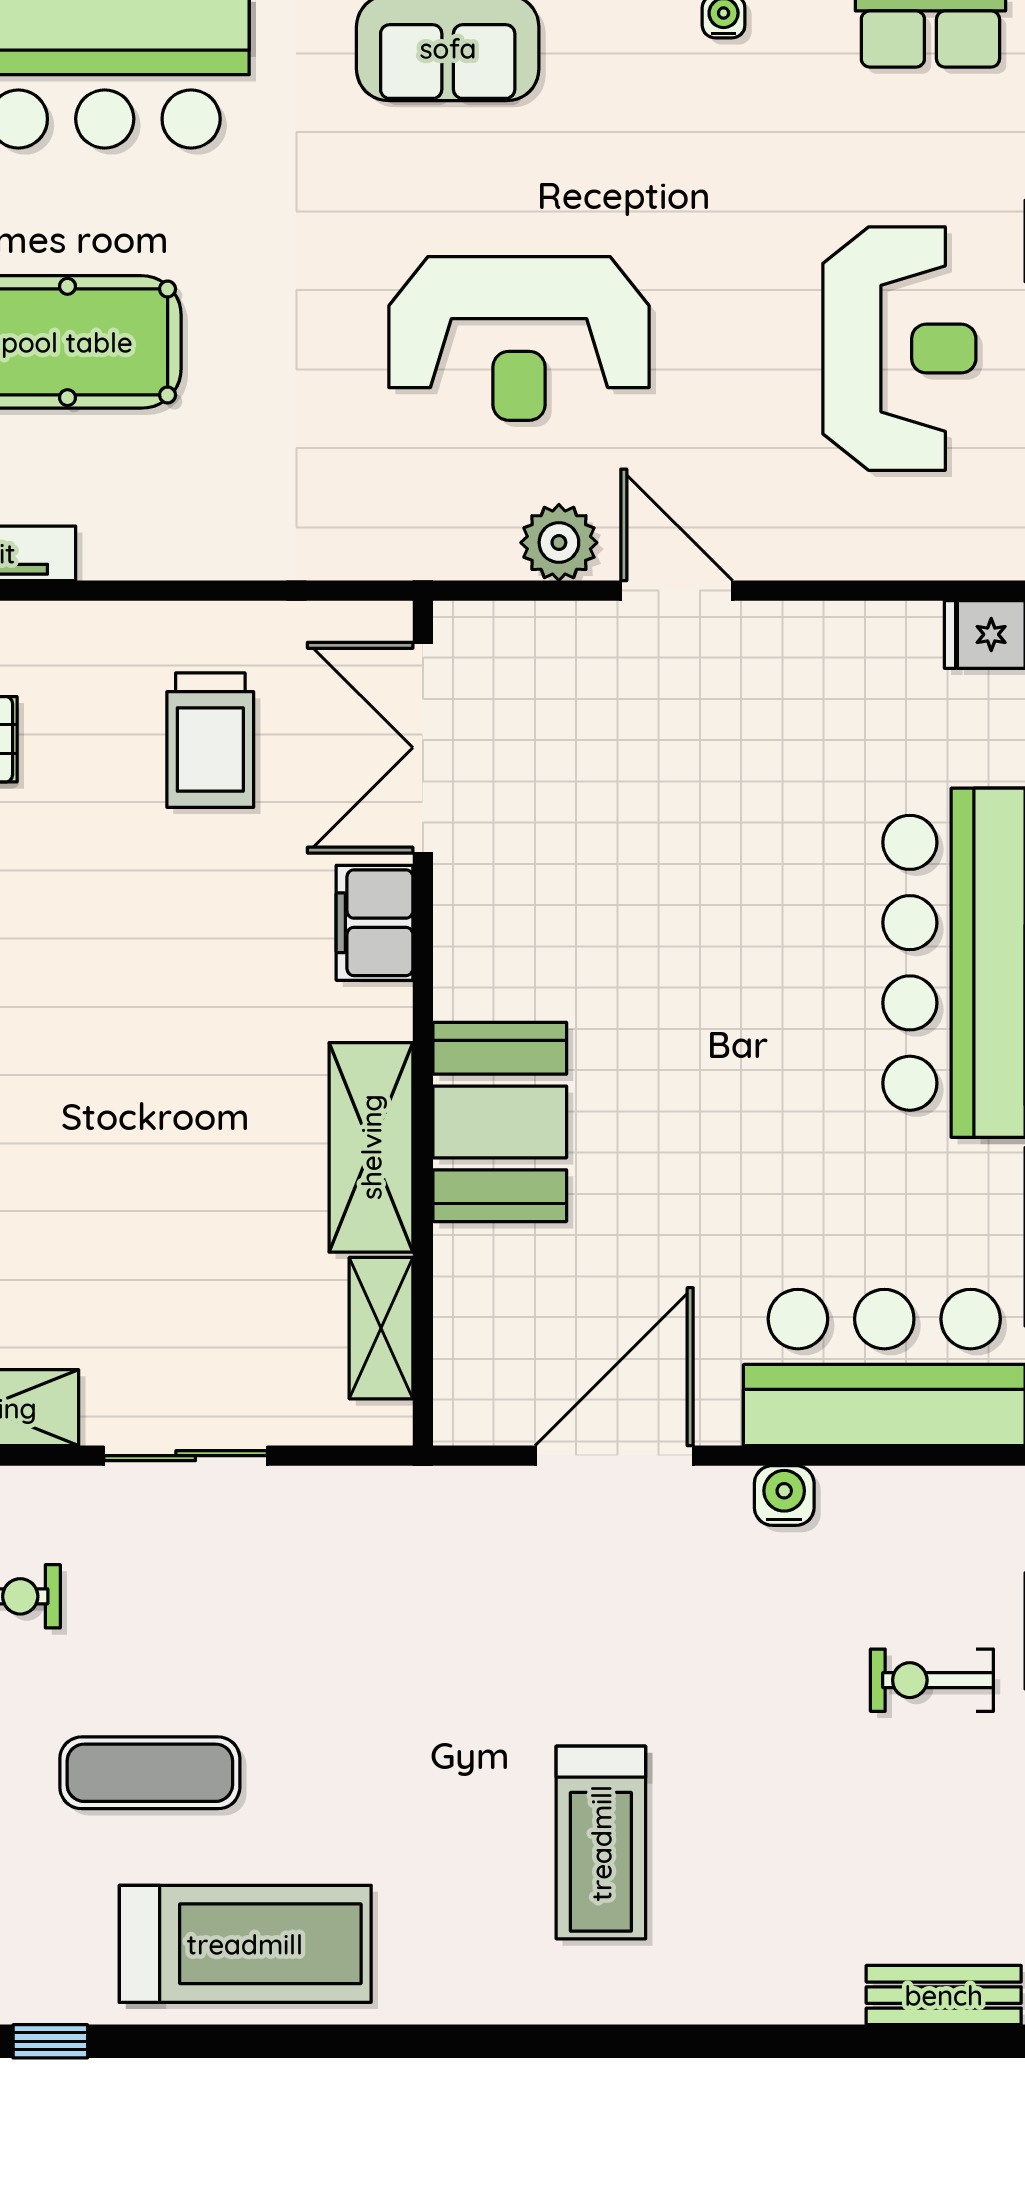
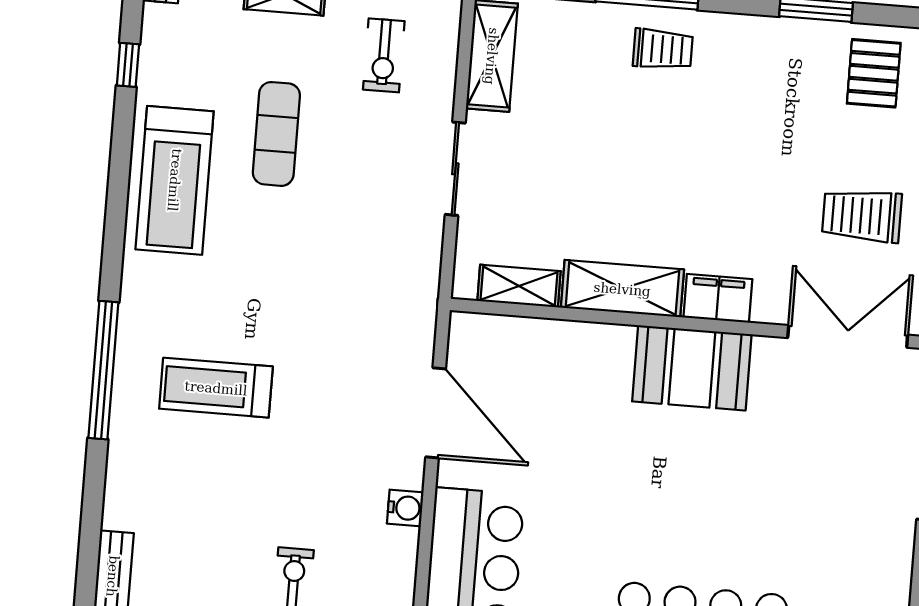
filing cabinet: (375, 923) -> (718, 298), moved
booth: (500, 1122) -> (692, 368), moved
window: (586, 2041) -> (103, 370), added

